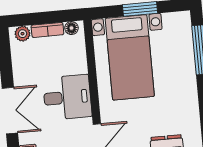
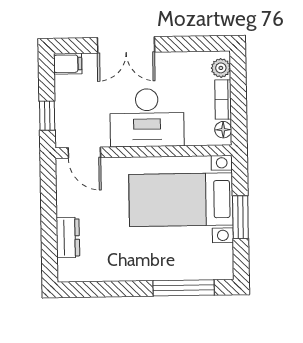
desk: (67, 97) -> (147, 118), width x1.37

